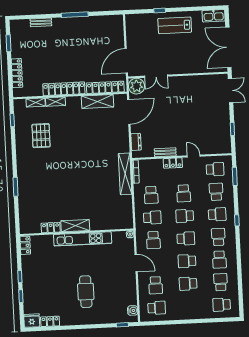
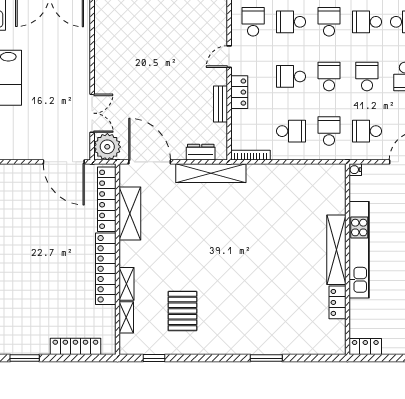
pallet: (41, 136) -> (182, 311), turned 90
shelving: (125, 174) -> (211, 173), moved
school desk: (184, 193) -> (291, 76), turned 180
school desk: (185, 216) -> (329, 76), turned 180
shelving: (75, 226) -> (336, 250), width x1.47
school desk: (153, 240) -> (367, 131), turned 180

